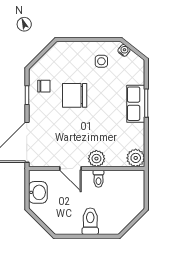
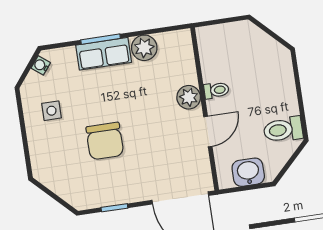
water cooler: (124, 50) -> (41, 65), moved
chair: (44, 86) -> (98, 186), removed
plant: (136, 158) -> (144, 48), moved
toilet: (90, 221) -> (283, 130), moved

